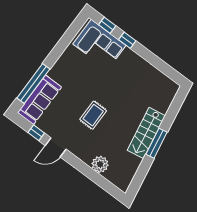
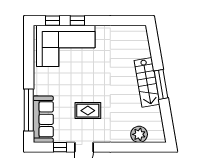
corner sofa: (99, 45) -> (66, 46), width x1.36, depth x1.36
rug: (93, 115) -> (88, 111), moved, turned 90
plant: (100, 164) -> (139, 134), moved

